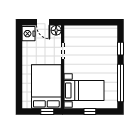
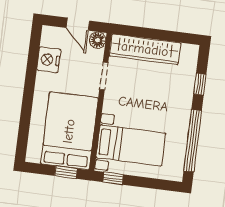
wardrobe: (85, 32) -> (145, 49), added
nightstand: (29, 34) -> (49, 60), moved
window: (90, 111) -> (113, 178), moved

